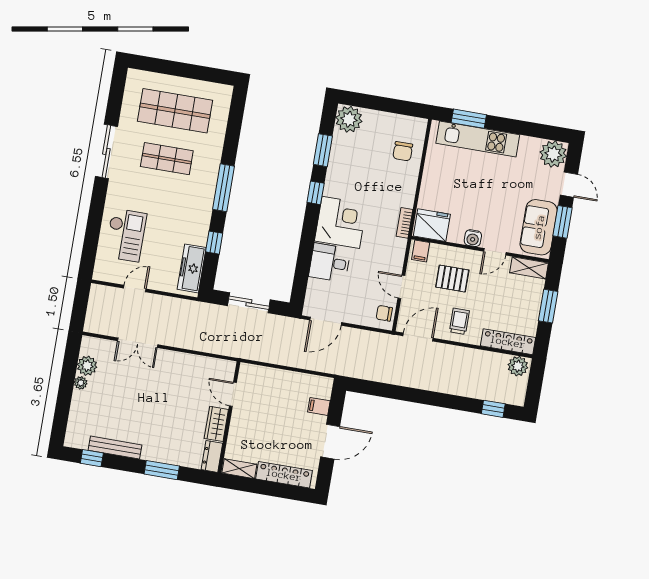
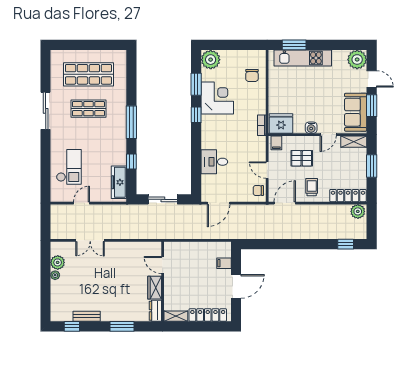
corner desk: (341, 222) -> (217, 98), moved
bench: (115, 448) -> (87, 316), width x0.73

